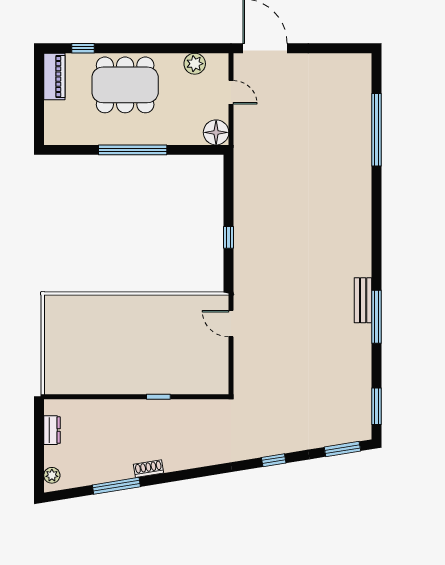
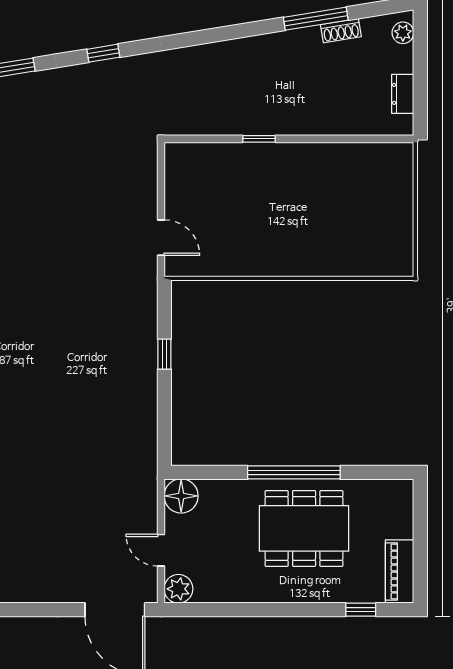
plant: (195, 64) -> (178, 589), moved
dining table: (125, 85) -> (304, 528), moved
shoe rack: (149, 469) -> (341, 31), moved

